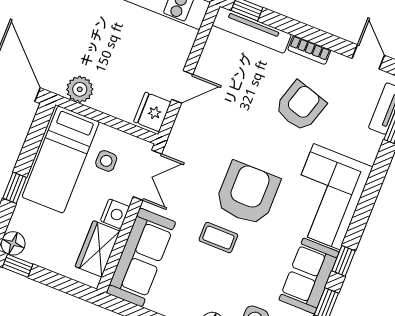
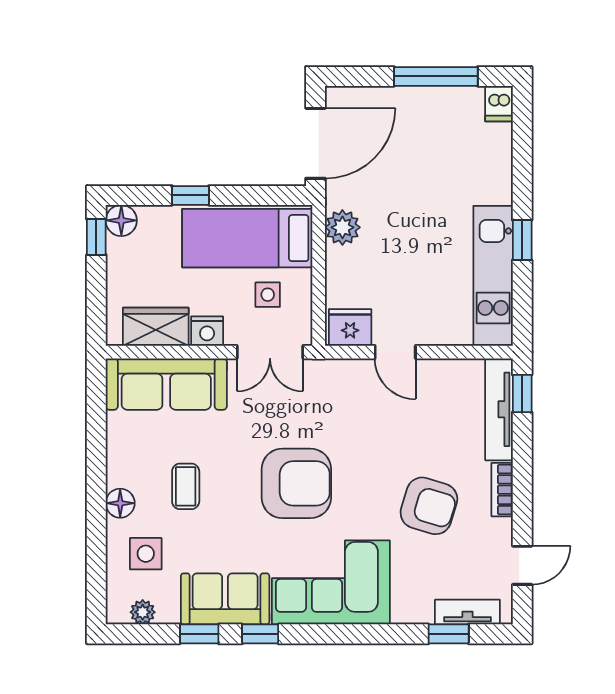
coffee table: (218, 238) -> (186, 486), moved

